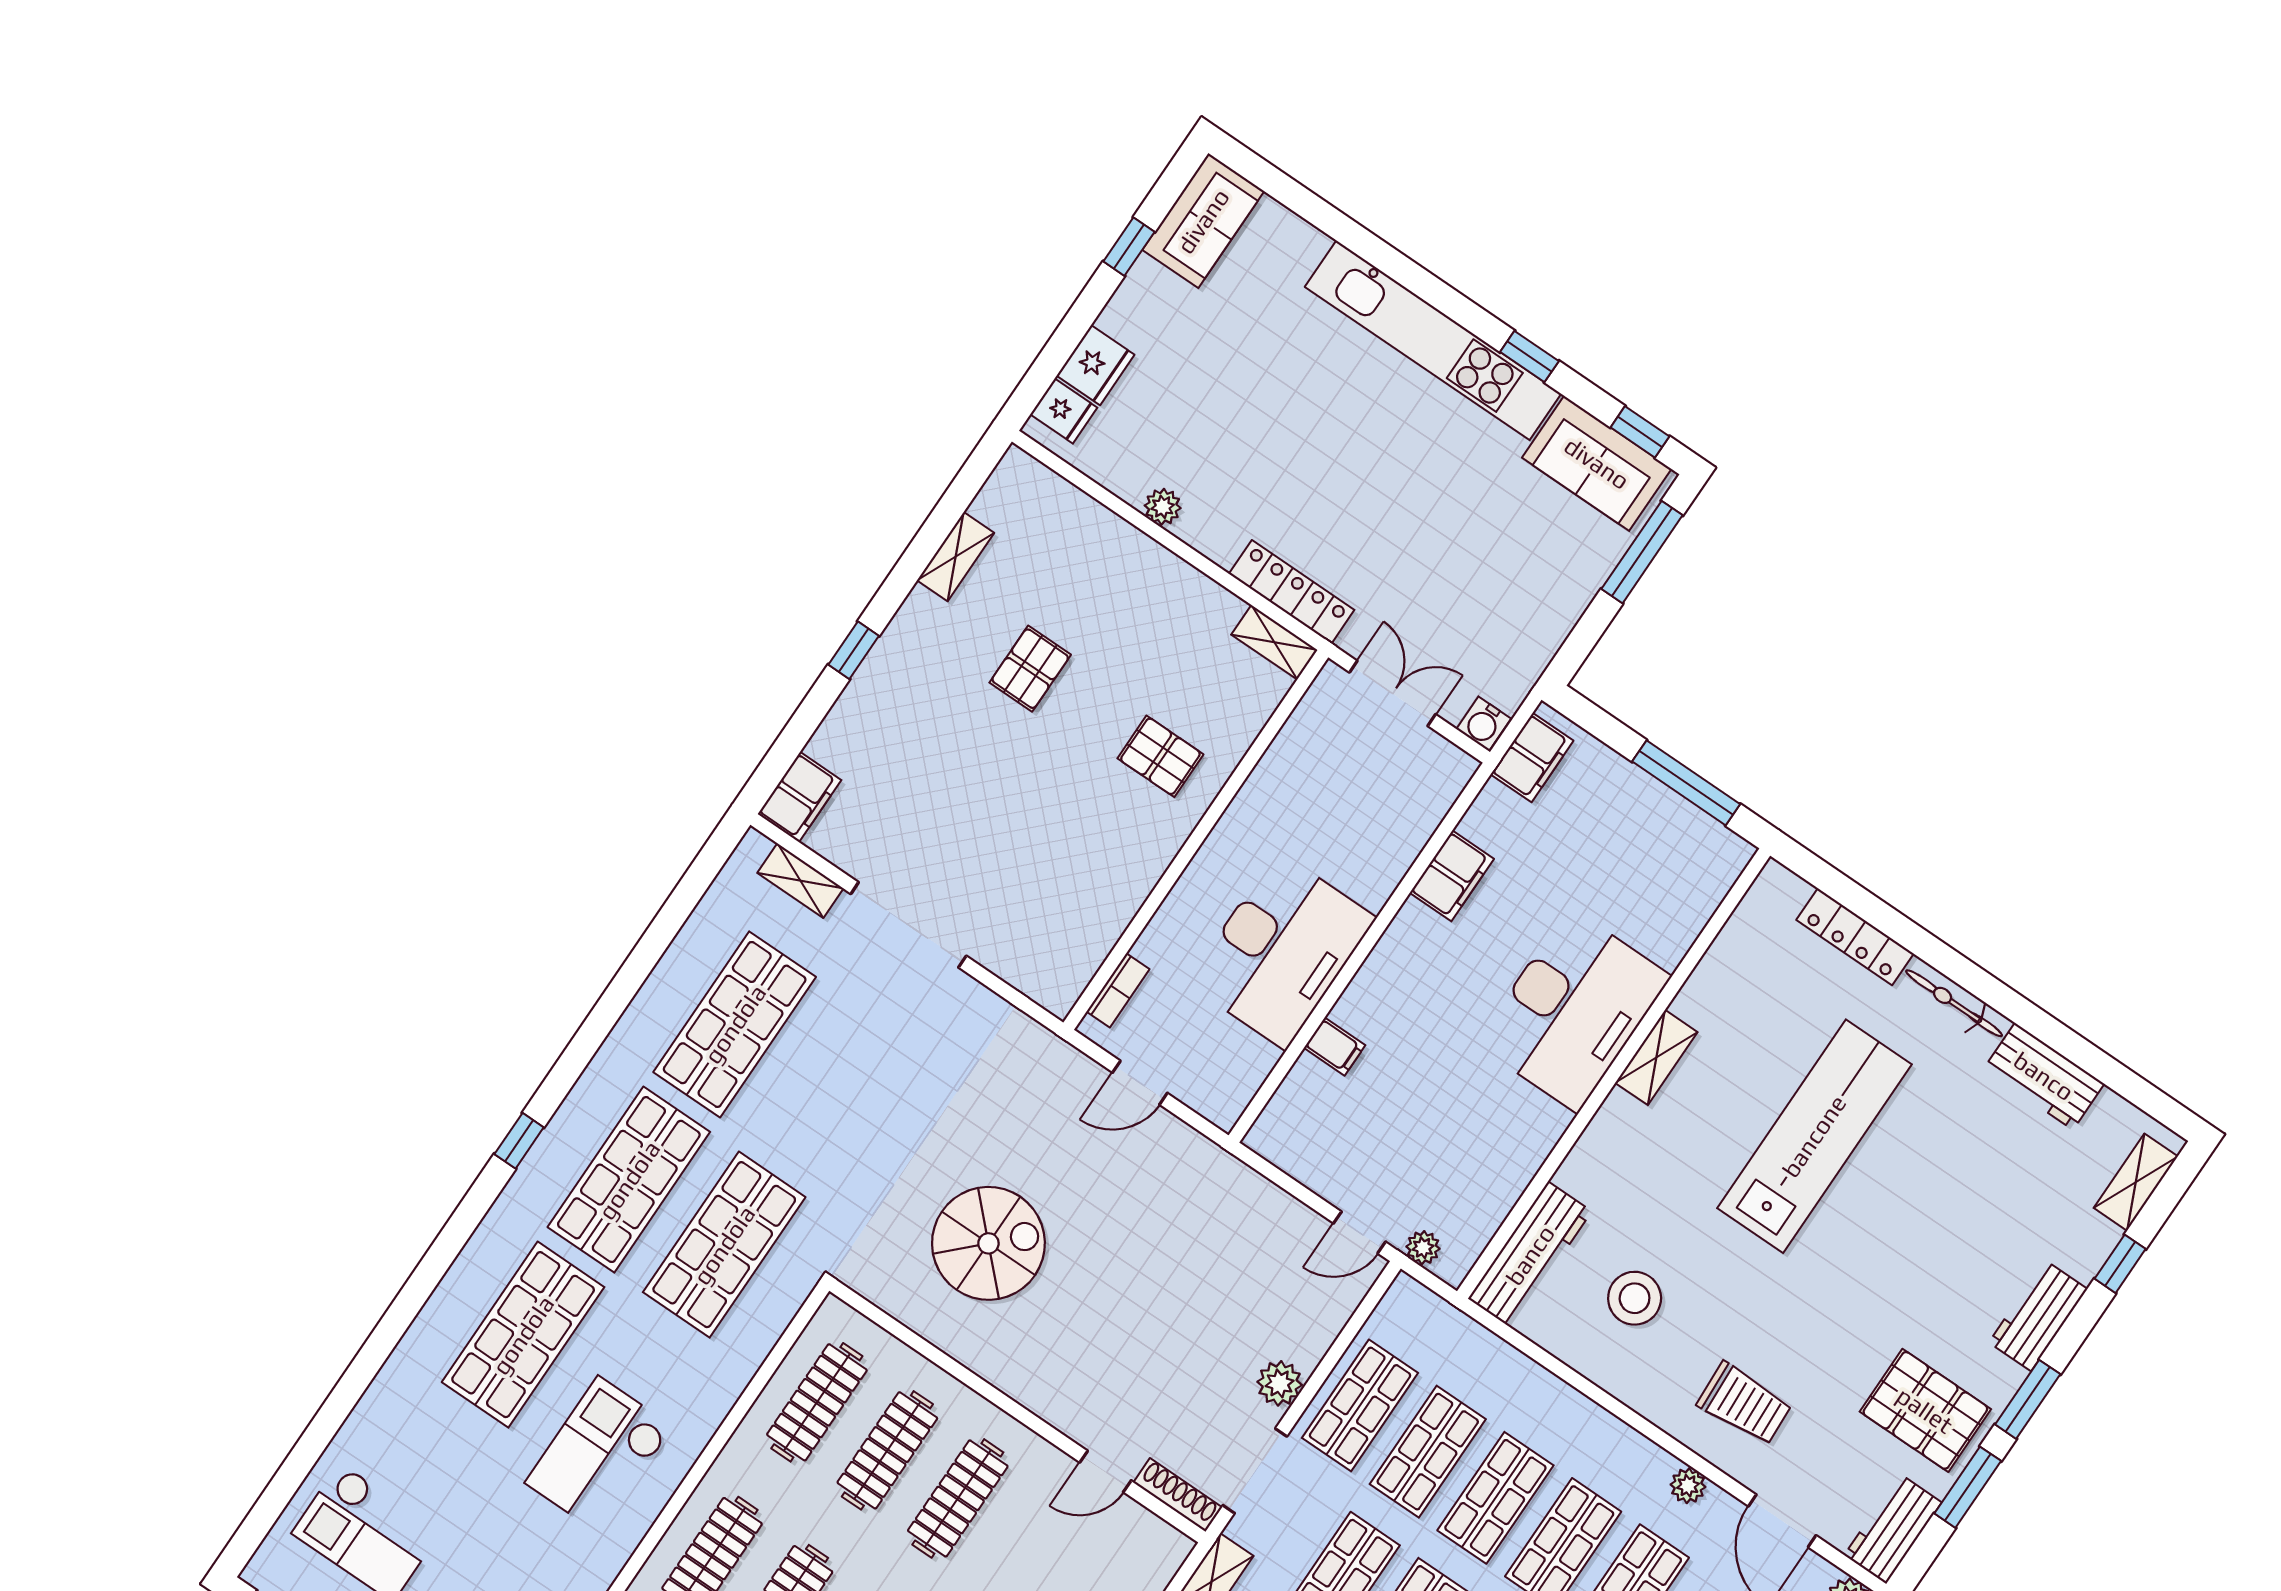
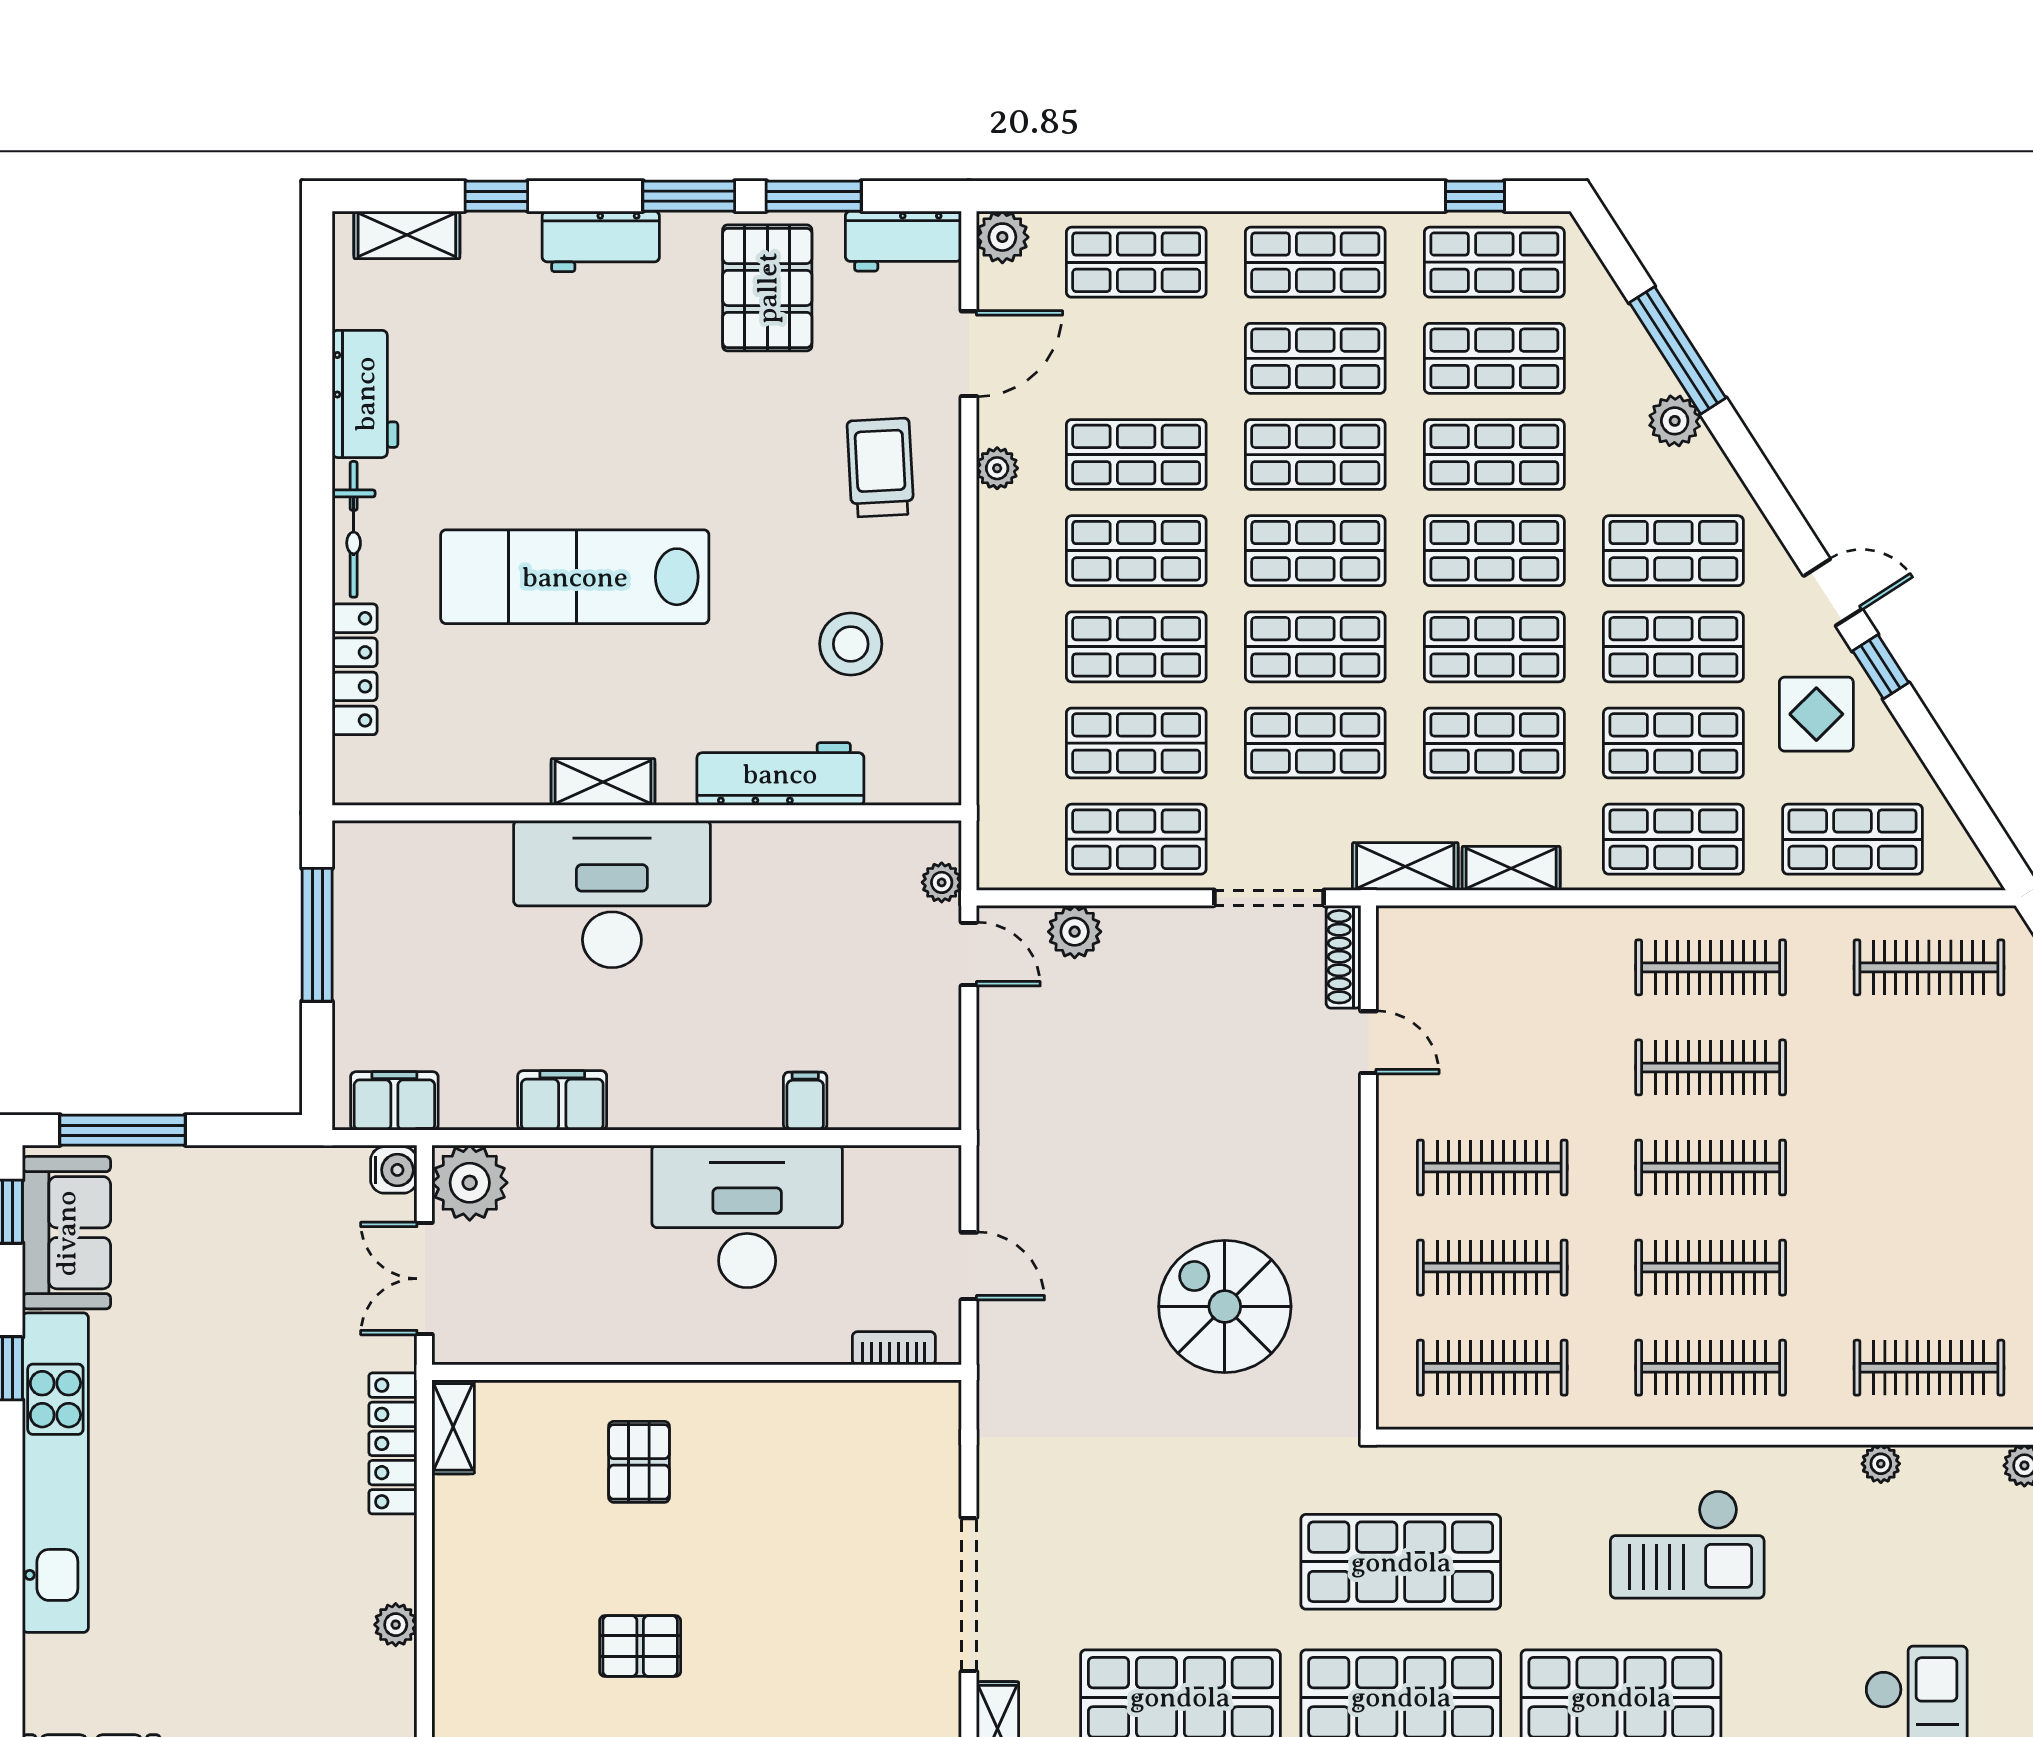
plant: (1438, 771) -> (470, 1183), added
workbench: (1530, 1255) -> (780, 774), moved
plant: (1280, 1383) -> (1075, 932), moved

